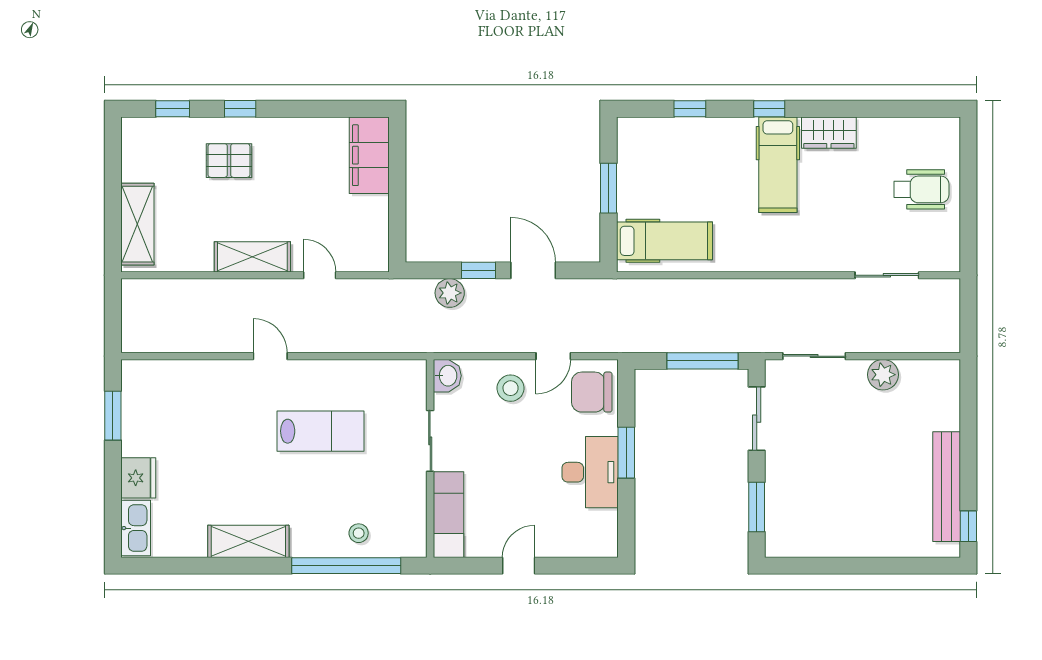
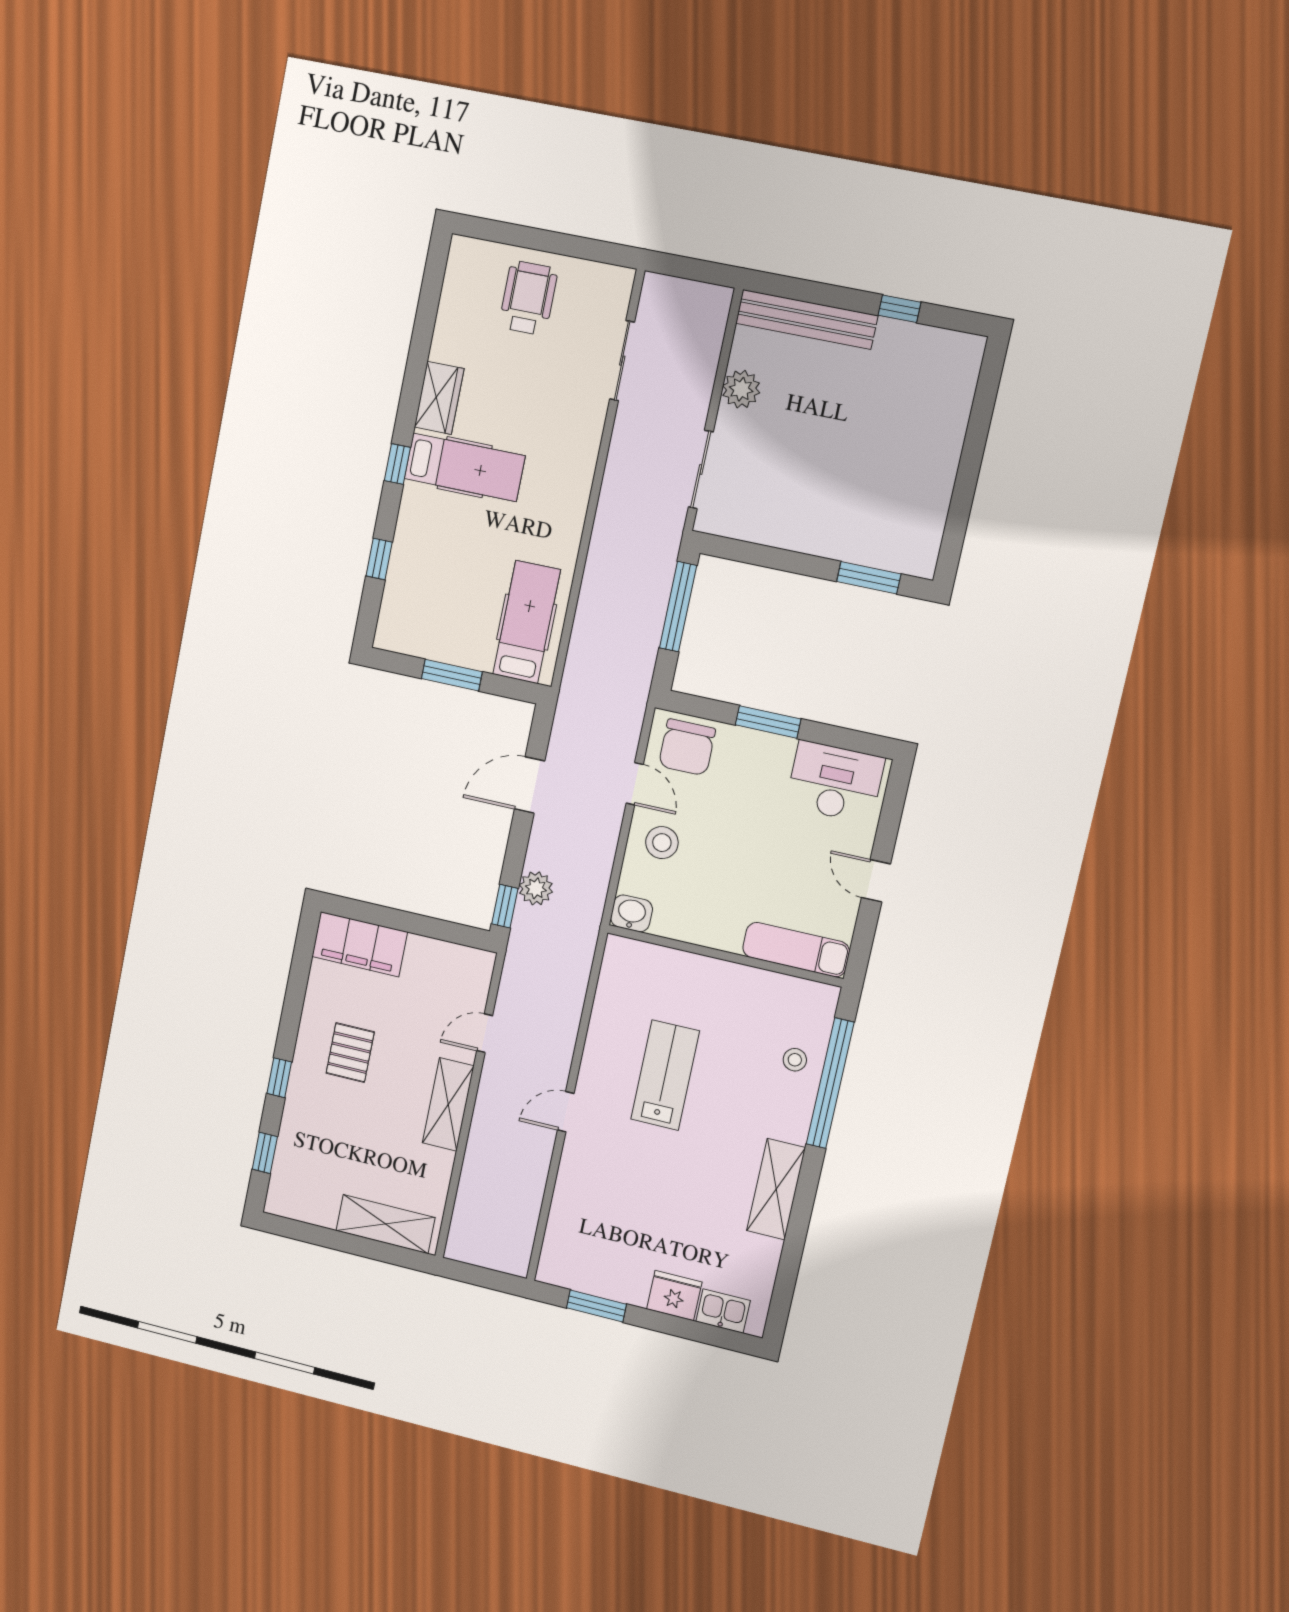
pallet: (229, 161) -> (350, 1053), moved
window: (479, 270) -> (505, 906), moved
sliding door: (757, 419) -> (761, 555), removed
sliding door: (430, 441) -> (704, 951), removed
desk: (590, 472) -> (835, 782), moved
bench: (947, 487) -> (807, 319), moved
window: (968, 526) -> (899, 309), moved
kitchen sink: (136, 528) -> (723, 1311), width x0.73

